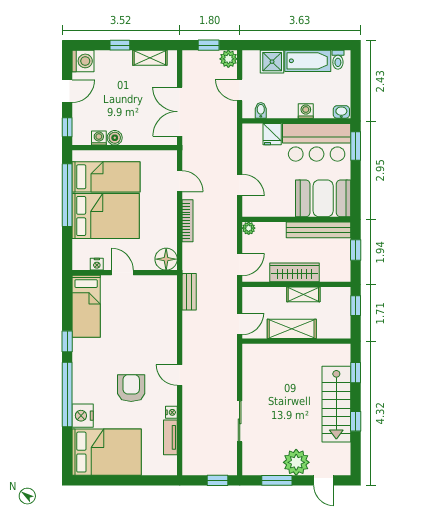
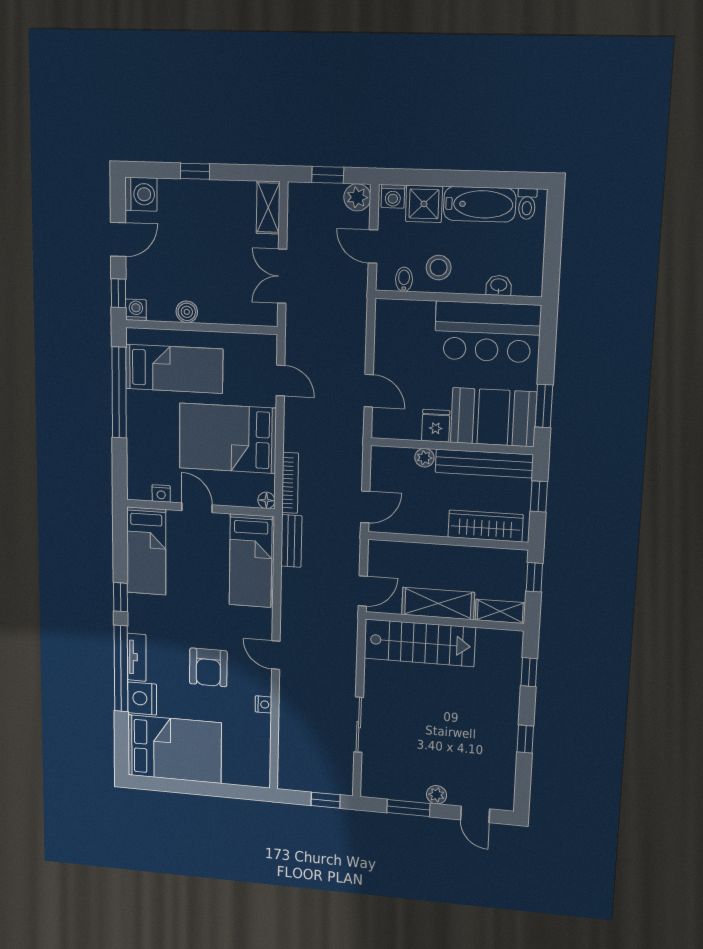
shelving: (150, 58) -> (268, 207), moved, turned 90
stool: (283, 102) -> (439, 268), added
washing machine: (306, 111) -> (393, 196), moved, turned 180
double door: (180, 112) -> (282, 276), width x0.73
washbasin: (341, 112) -> (499, 285), moved
fridge: (272, 134) -> (436, 426), moved, turned 180
washing machine: (99, 138) -> (136, 310), moved
window: (356, 146) -> (544, 406), moved
bed: (106, 216) -> (228, 438), moved, turned 180
bookcase: (188, 221) -> (290, 483), moved
plant: (249, 228) -> (424, 458), moved
floor lamp: (166, 259) -> (266, 500), width x0.53, depth x0.53
wardrobe: (295, 272) -> (485, 526), moved
shelving: (303, 294) -> (500, 611), moved
bed: (161, 308) -> (251, 561), added
armchair: (131, 388) -> (208, 667), turned 180
stairs: (336, 404) -> (419, 643), moved, turned -90
tv unit: (170, 437) -> (137, 657), moved, turned 180
plant: (296, 462) -> (437, 795), width x0.53, depth x0.53

